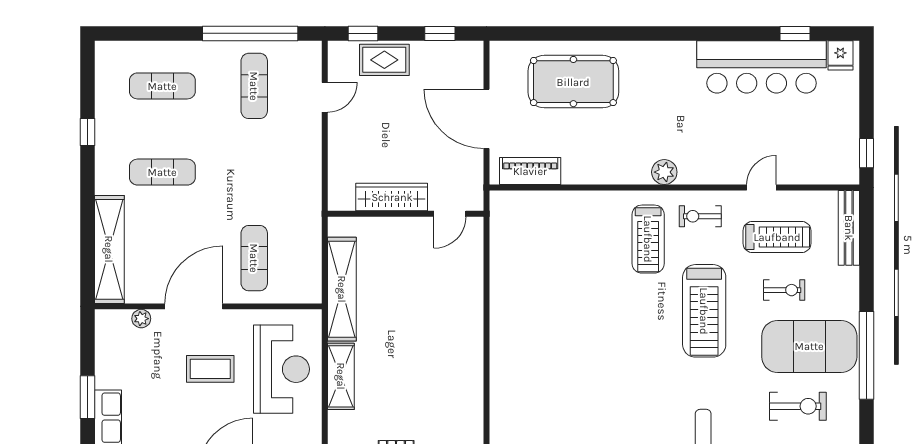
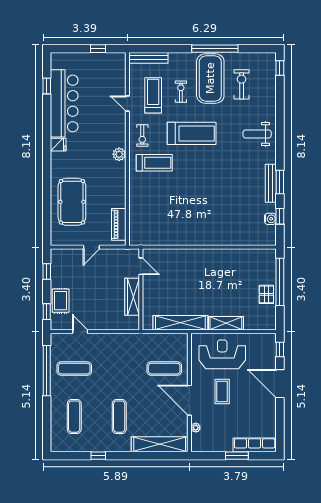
fridge: (840, 55) -> (58, 145), moved
door: (487, 119) -> (91, 247), width x0.53
window: (866, 153) -> (98, 49), moved

